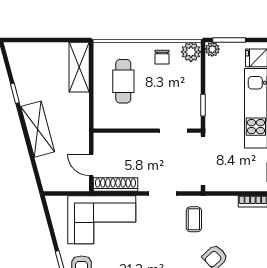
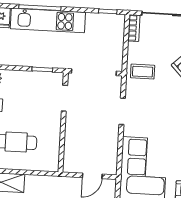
shoe rack: (115, 185) -> (112, 154), removed
coffee table: (194, 219) -> (143, 72), moved

